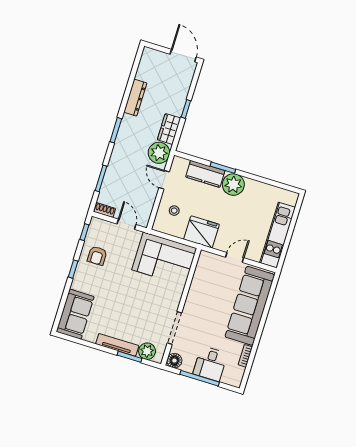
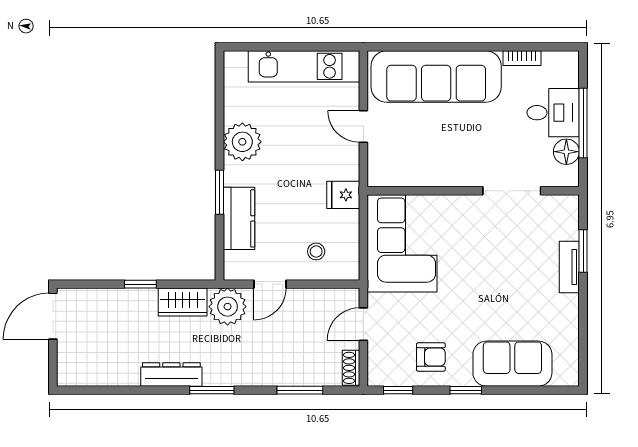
dresser: (135, 98) -> (171, 374), moved
plant: (233, 185) -> (242, 142), moved
fridge: (202, 232) -> (343, 195), width x0.53, depth x0.75
sofa: (75, 314) -> (512, 364), moved
tv unit: (117, 345) -> (569, 267), width x0.71
plant: (147, 351) -> (565, 225), removed
floor lamp: (174, 361) -> (566, 152), moved

